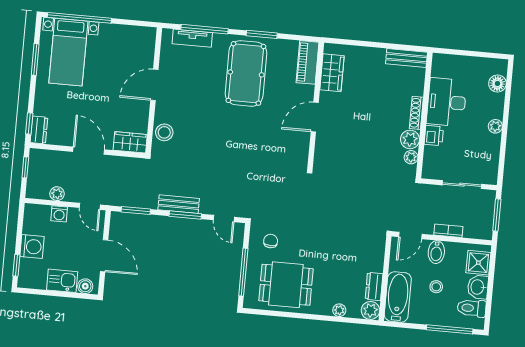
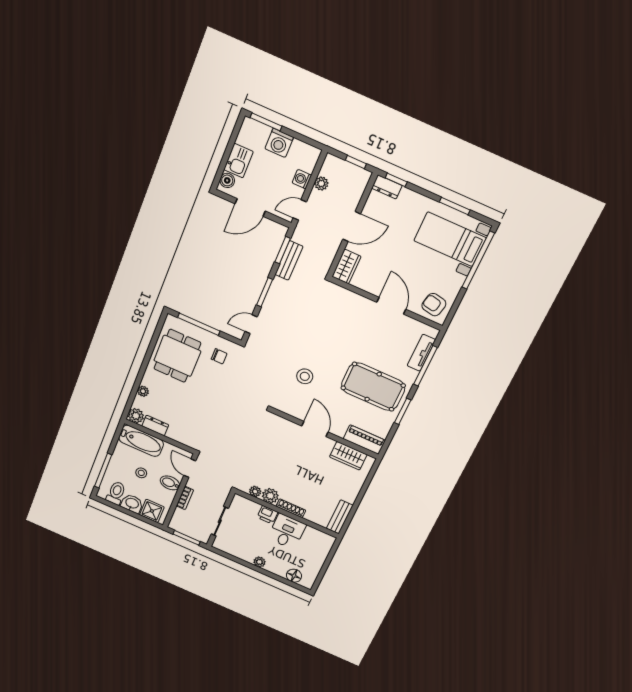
armchair: (138, 44) -> (434, 305), added
desk: (447, 102) -> (287, 531), width x0.73
stool: (164, 132) -> (305, 376), moved
bench: (179, 204) -> (289, 260), moved
window: (16, 265) -> (266, 122), width x1.50

